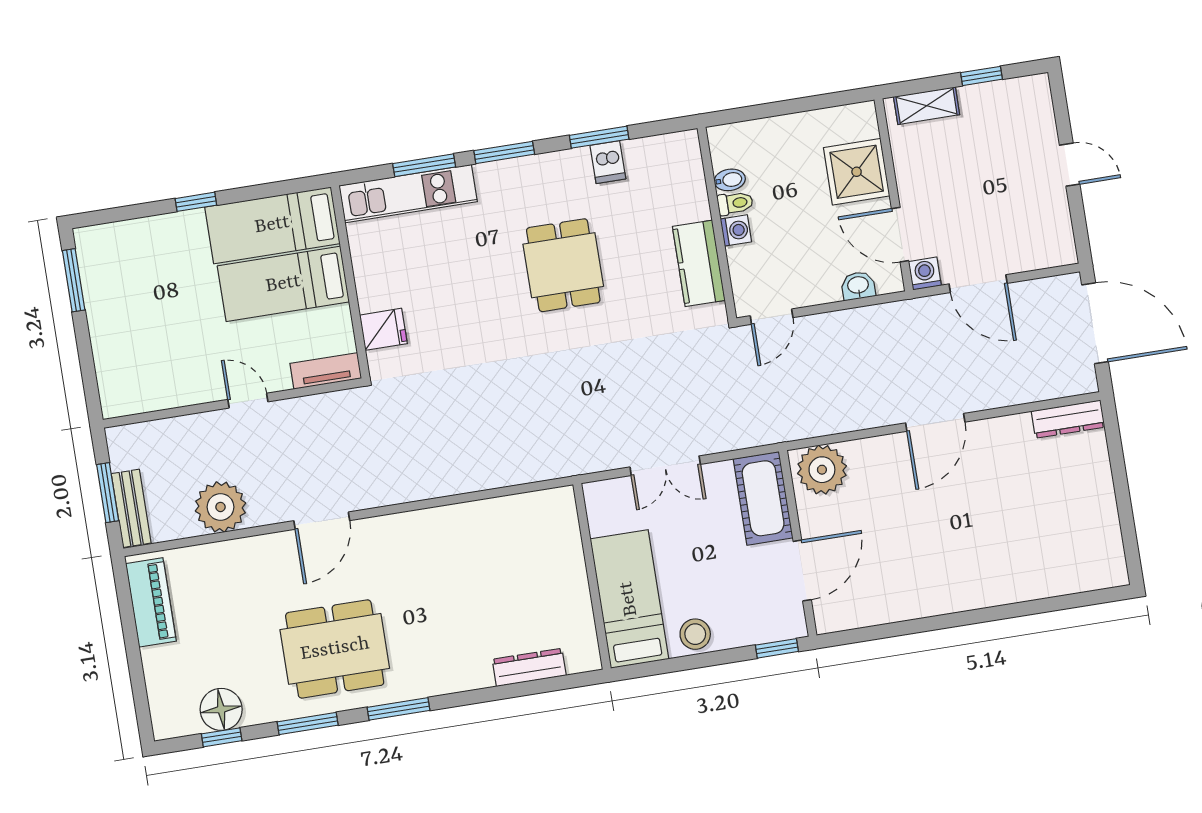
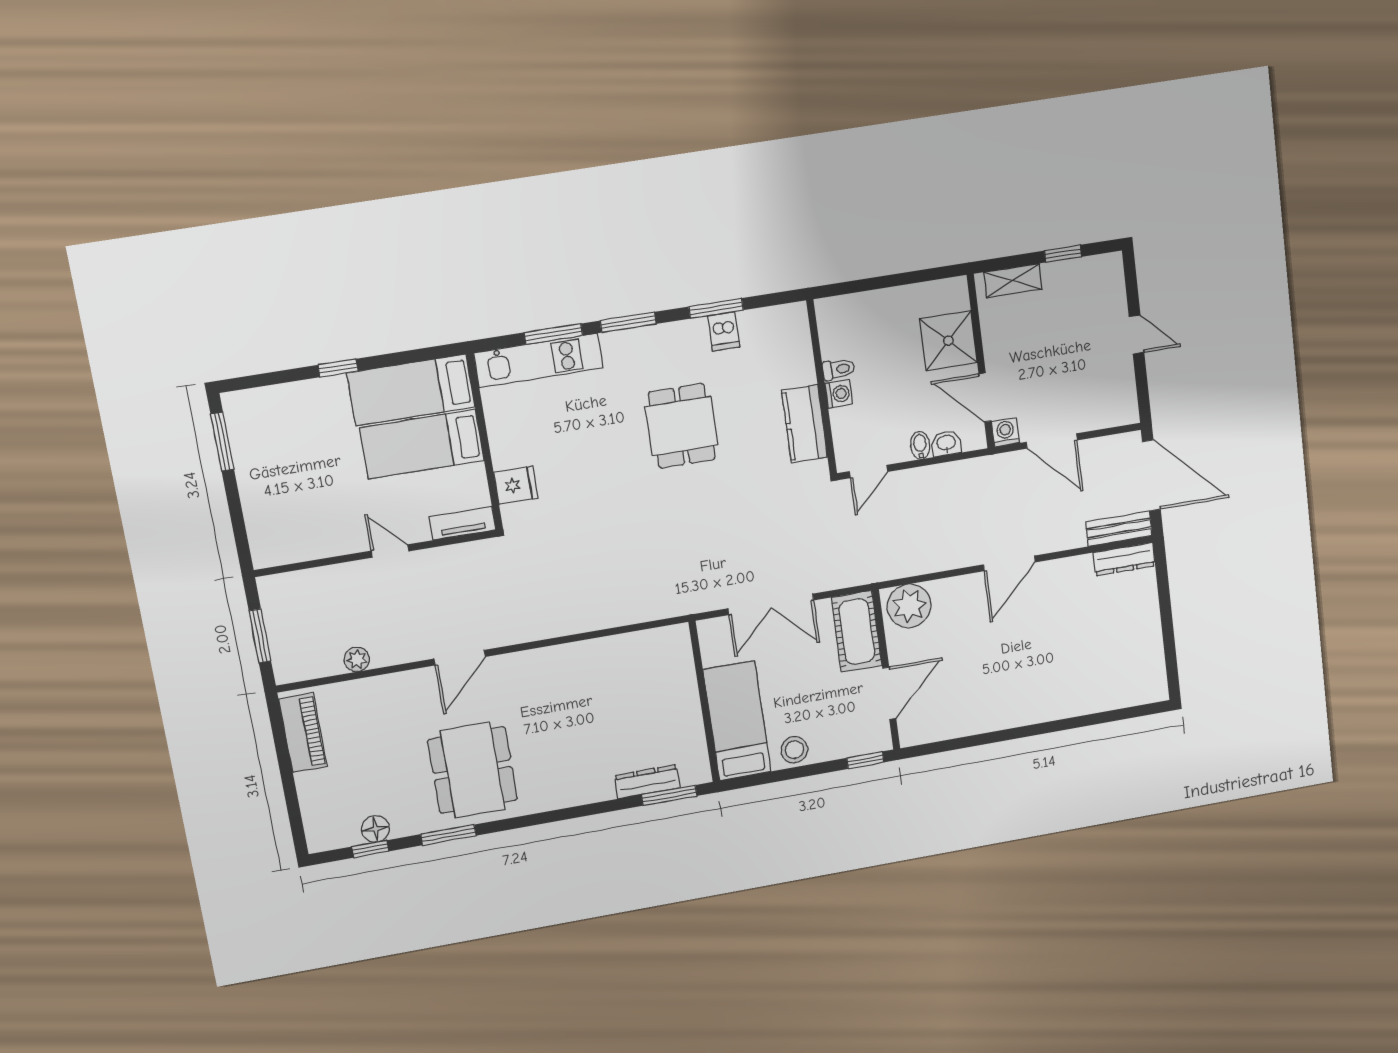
bidet: (730, 180) -> (920, 445), moved, turned -90
double door: (665, 466) -> (771, 604), width x1.37
plant: (220, 507) -> (357, 659), width x0.53, depth x0.53
bench: (131, 508) -> (1119, 529), moved, turned 90
dining table: (335, 649) -> (472, 770), turned 90
floor lamp: (221, 709) -> (376, 829), width x0.73, depth x0.73
window: (399, 709) -> (669, 795), moved

